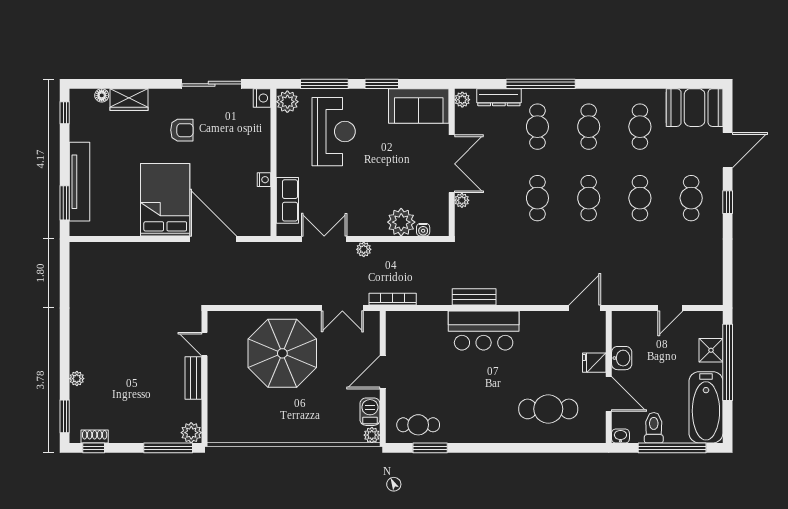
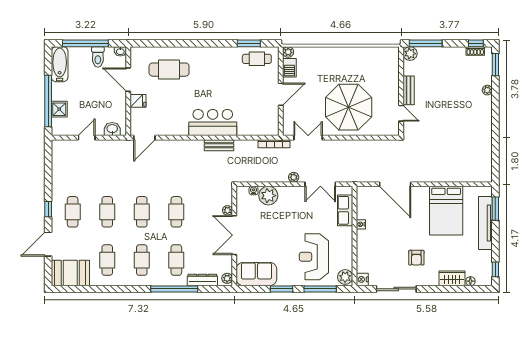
armchair: (182, 130) -> (416, 258), turned -90
bed: (165, 200) -> (446, 211), moved
washbasin: (622, 358) -> (112, 129), moved, turned 90
bathtub: (706, 407) -> (60, 64), width x0.73, depth x0.73

